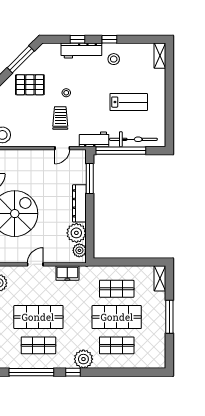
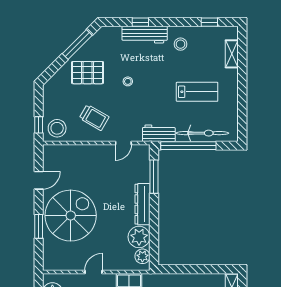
window: (109, 39) -> (209, 22), moved
shelving: (160, 56) -> (232, 54), moved
trolley: (60, 118) -> (94, 118), moved, turned 120

